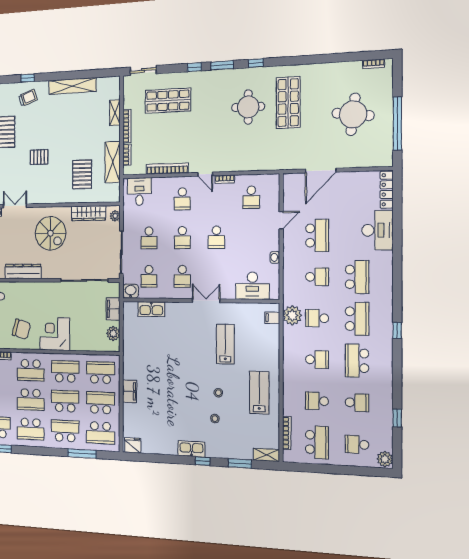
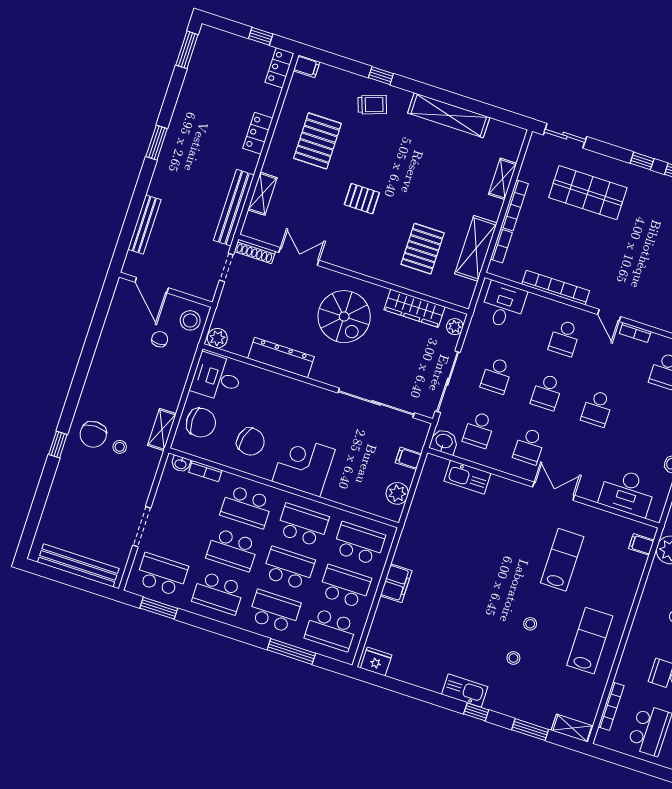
filing cabinet: (113, 309) -> (408, 458), width x0.50

